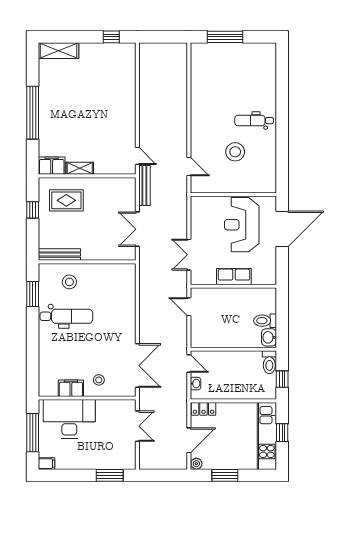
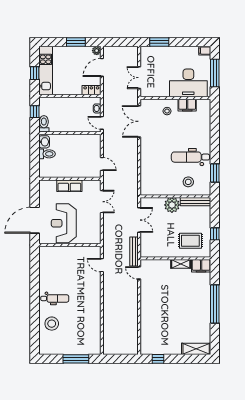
stool: (235, 152) -> (52, 324), moved
reception desk: (242, 225) -> (64, 223), turned 180
plant: (92, 250) -> (172, 205), added

